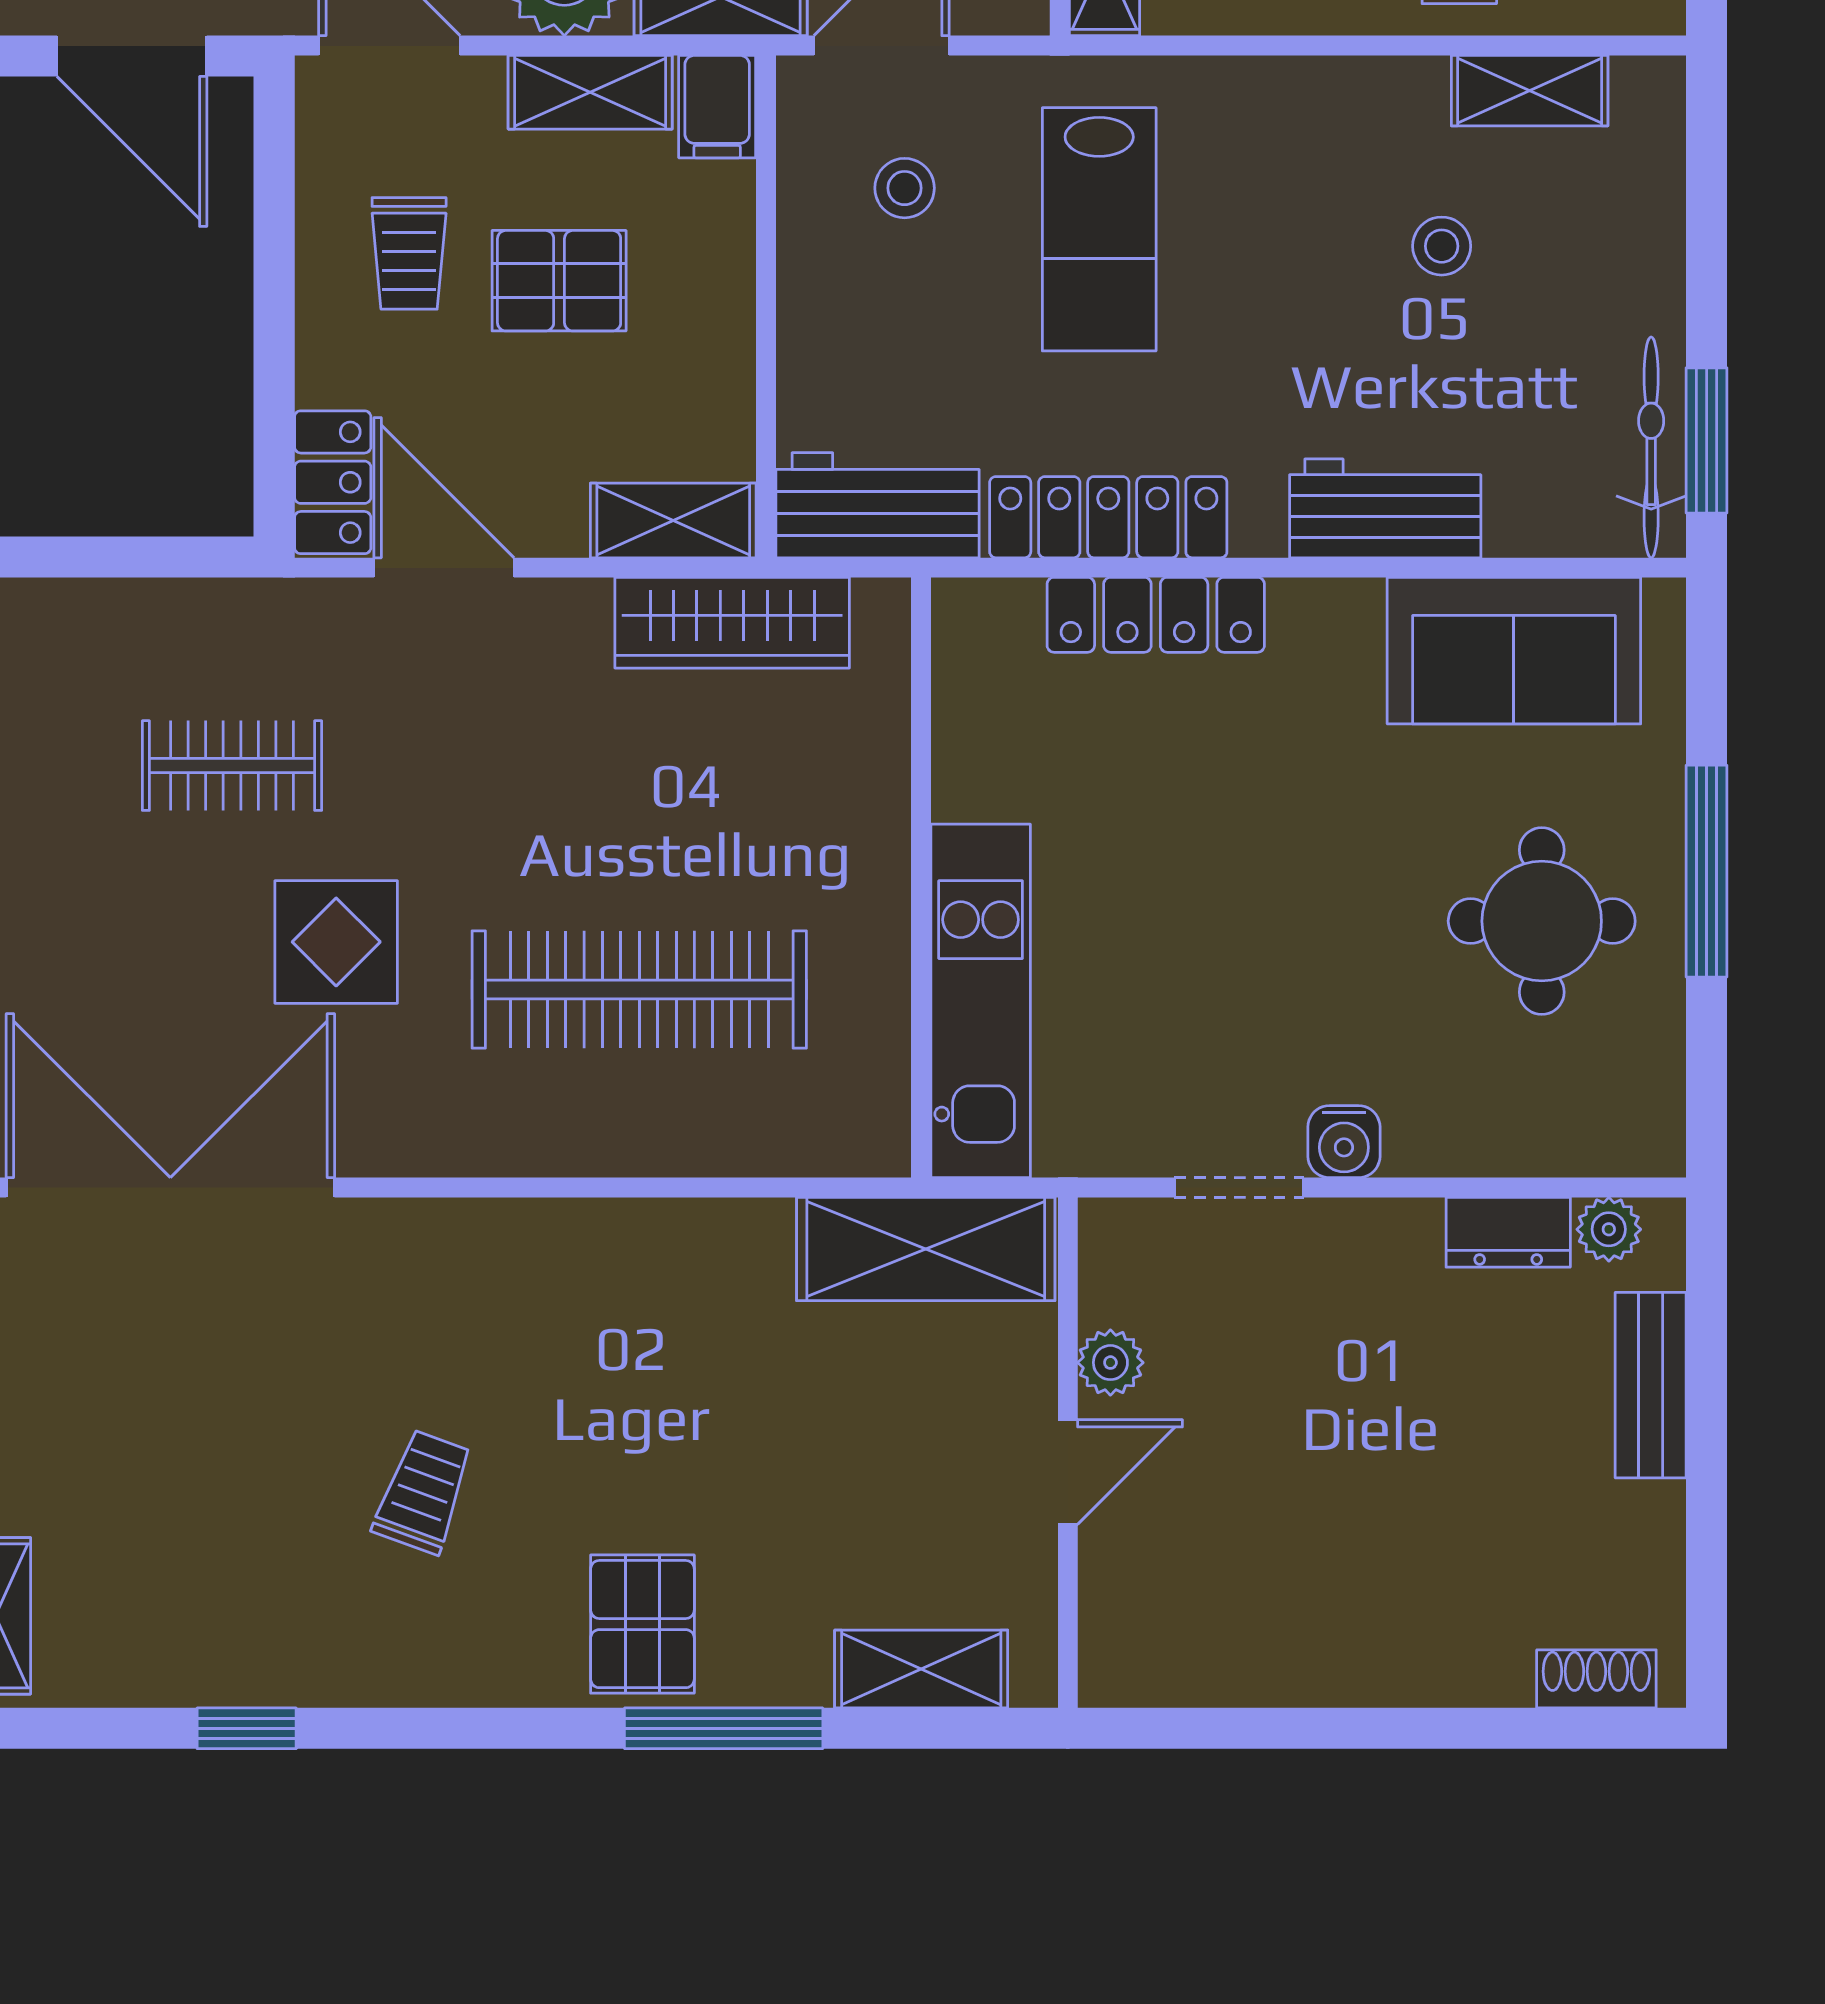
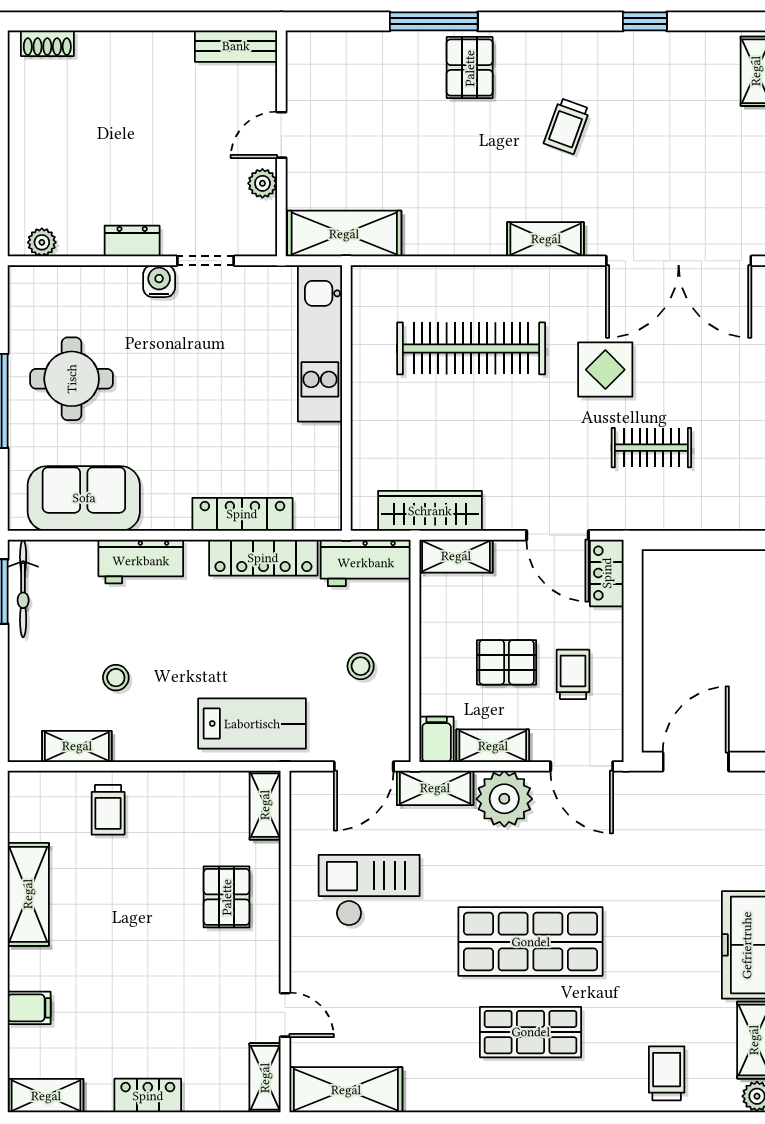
door: (132, 56) -> (696, 762), hinge flipped
stool: (905, 188) -> (361, 666), moved
lab bench: (1099, 229) -> (252, 724), moved, turned 90
dresser: (1508, 1232) -> (132, 241), moved
bench: (1651, 1385) -> (236, 46), moved, turned 90
shelving: (921, 1669) -> (546, 239), moved

